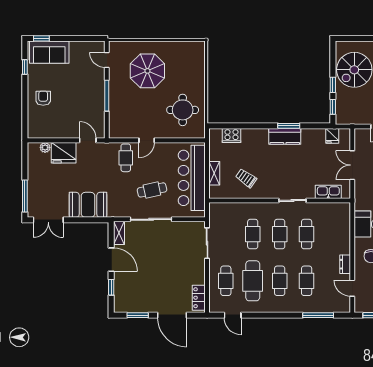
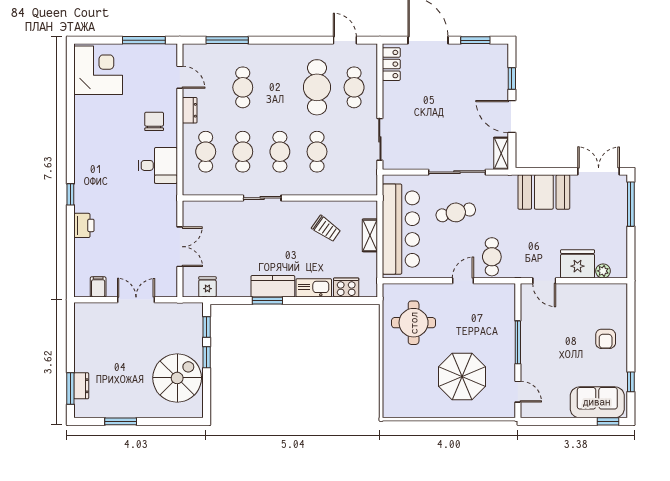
kitchen sink: (328, 192) -> (314, 288), moved, turned 180
cafe table: (280, 281) -> (206, 152), moved

